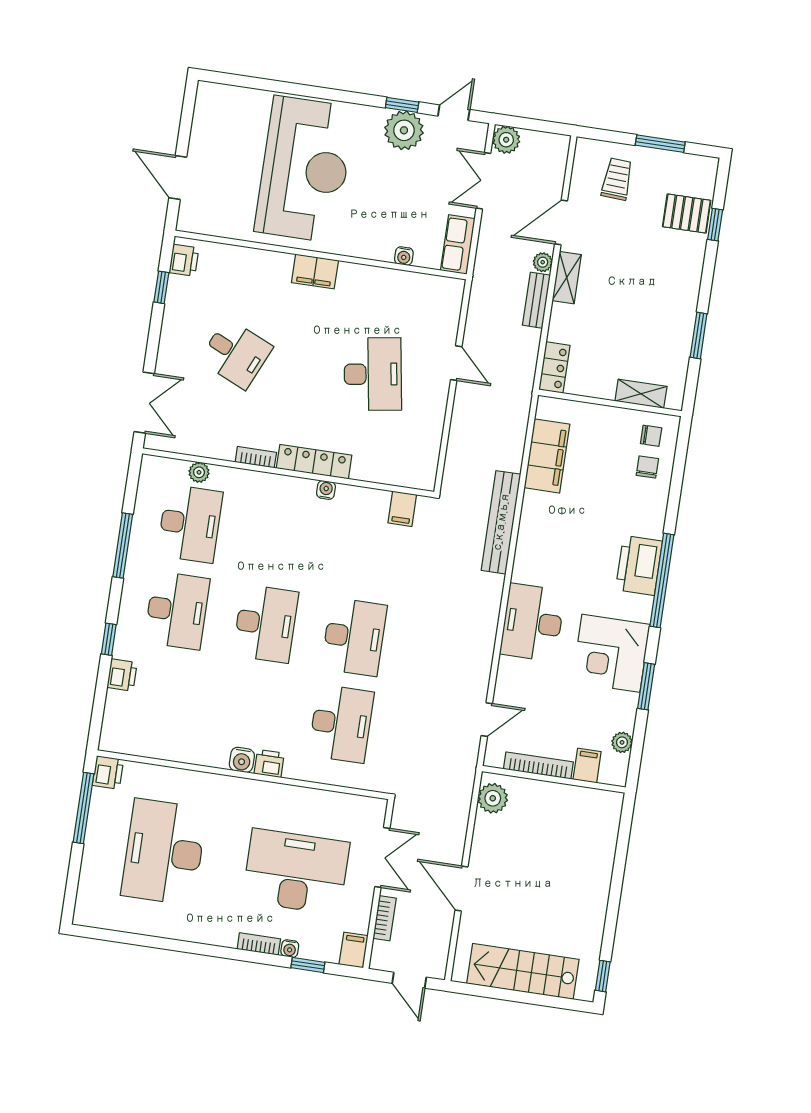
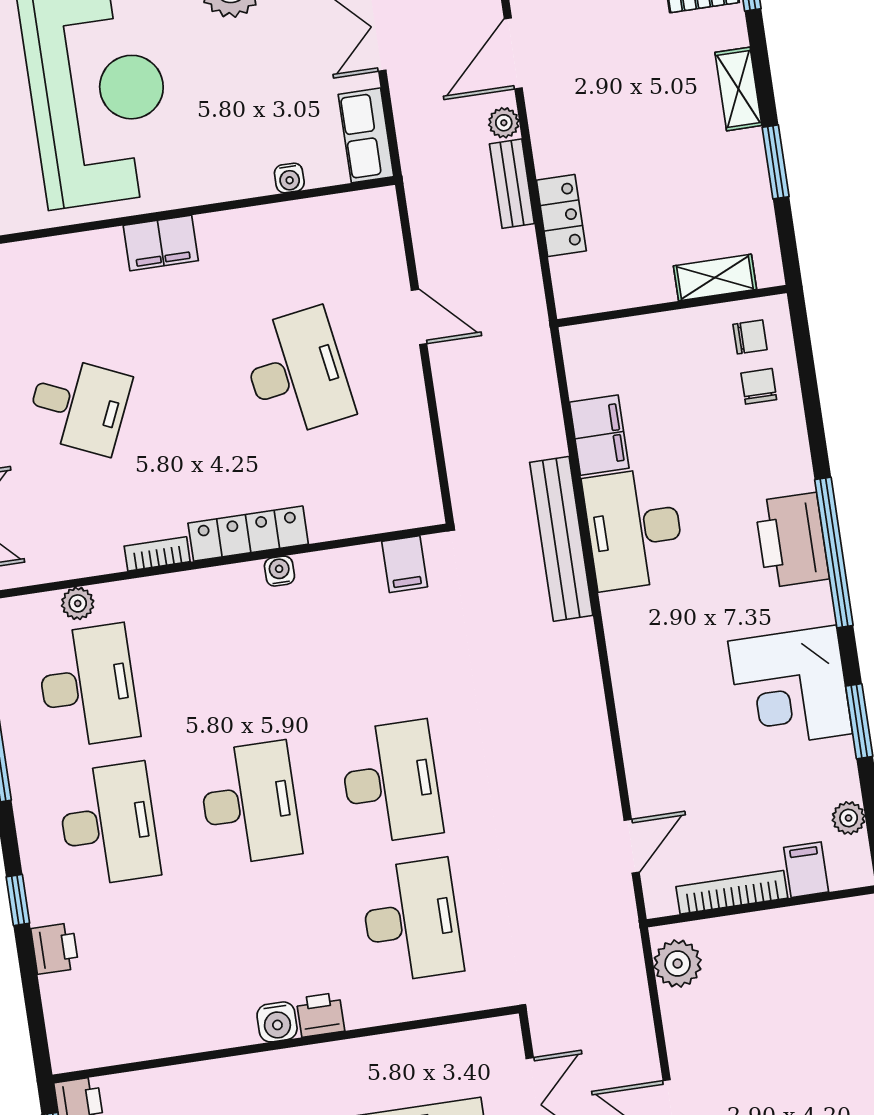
shelving: (567, 278) -> (738, 89), moved
locker: (554, 368) -> (561, 216), moved
filing cabinet: (547, 456) -> (599, 435), width x0.67, depth x0.86
desk: (532, 622) -> (634, 529), moved

